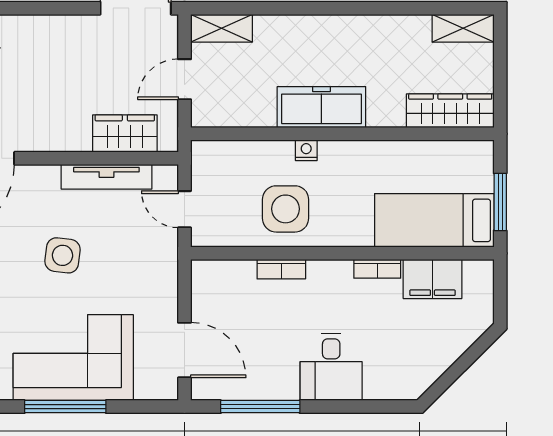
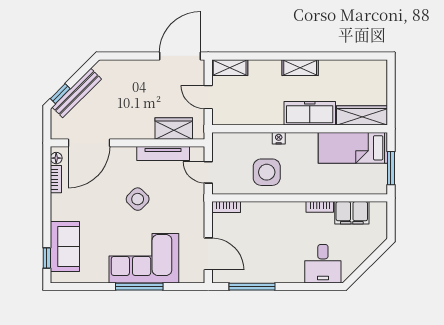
shelving: (463, 28) -> (300, 68), moved
door: (185, 79) -> (208, 97), hinge flipped
freezer: (321, 107) -> (310, 113), moved
bed: (434, 220) -> (353, 148), moved
side table: (63, 255) -> (138, 199), turned 37
bookcase: (281, 269) -> (226, 207), moved
desk: (331, 367) -> (323, 264), moved

